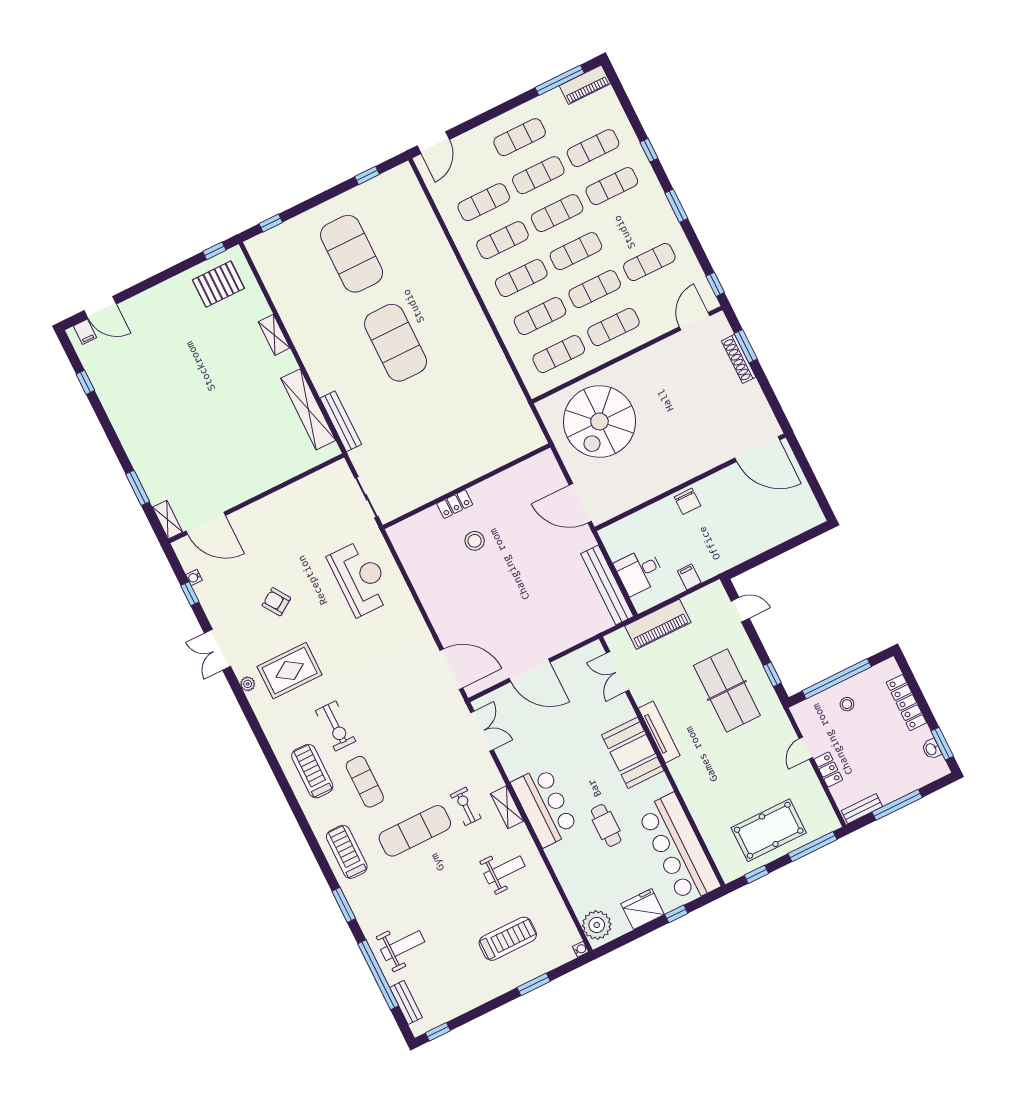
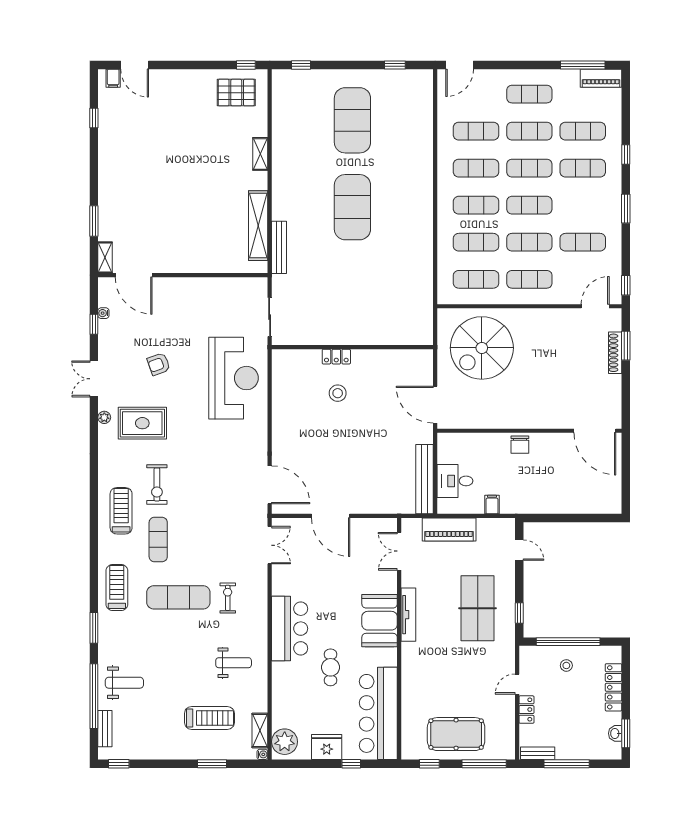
reception desk: (360, 578) -> (234, 378), width x1.36, depth x1.30
armchair: (276, 602) -> (159, 364), turned -76
shelving: (507, 807) -> (260, 730), moved

